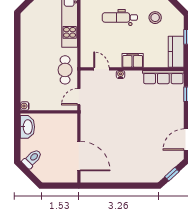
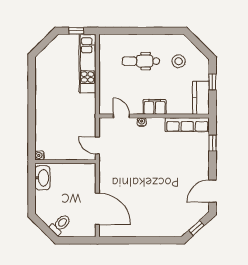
cafe table: (65, 70) -> (83, 117), removed
door: (79, 97) -> (97, 146), hinge flipped
toilet: (32, 159) -> (60, 224), moved

